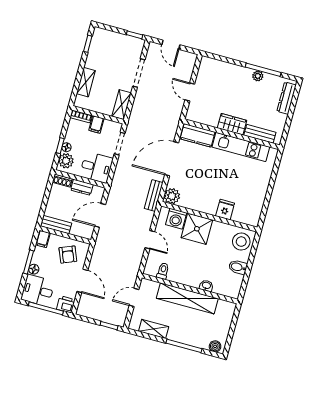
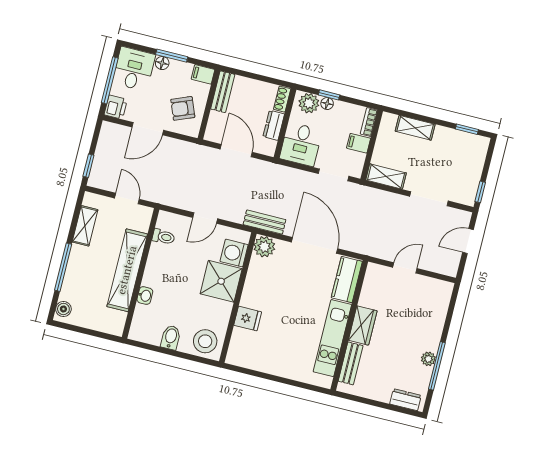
dresser: (287, 98) -> (405, 400), width x0.70

